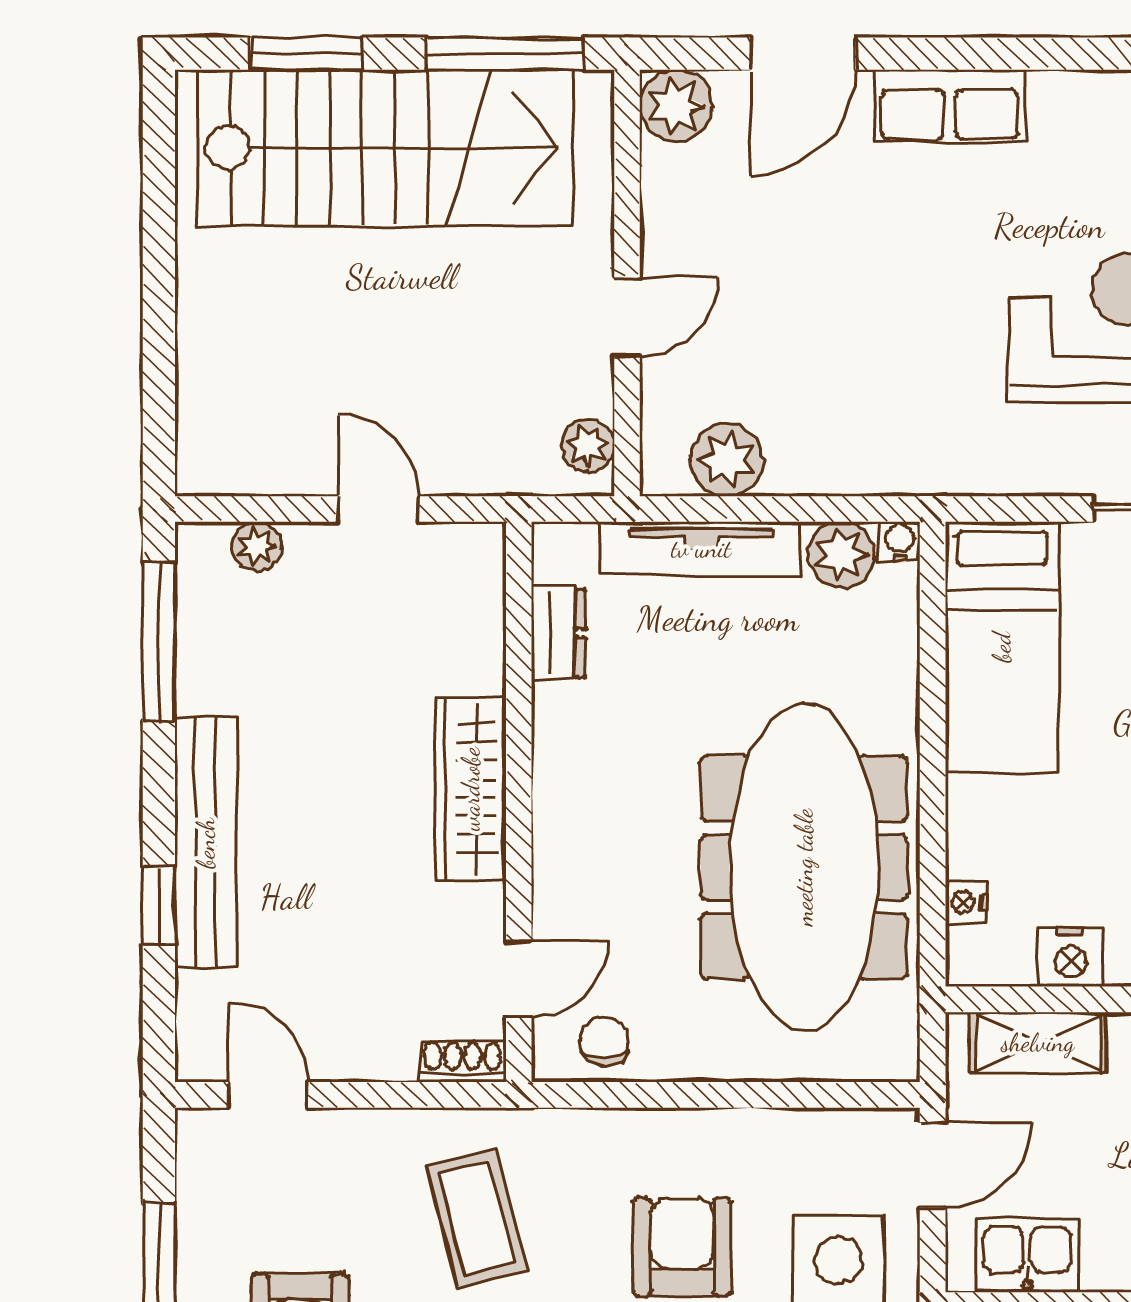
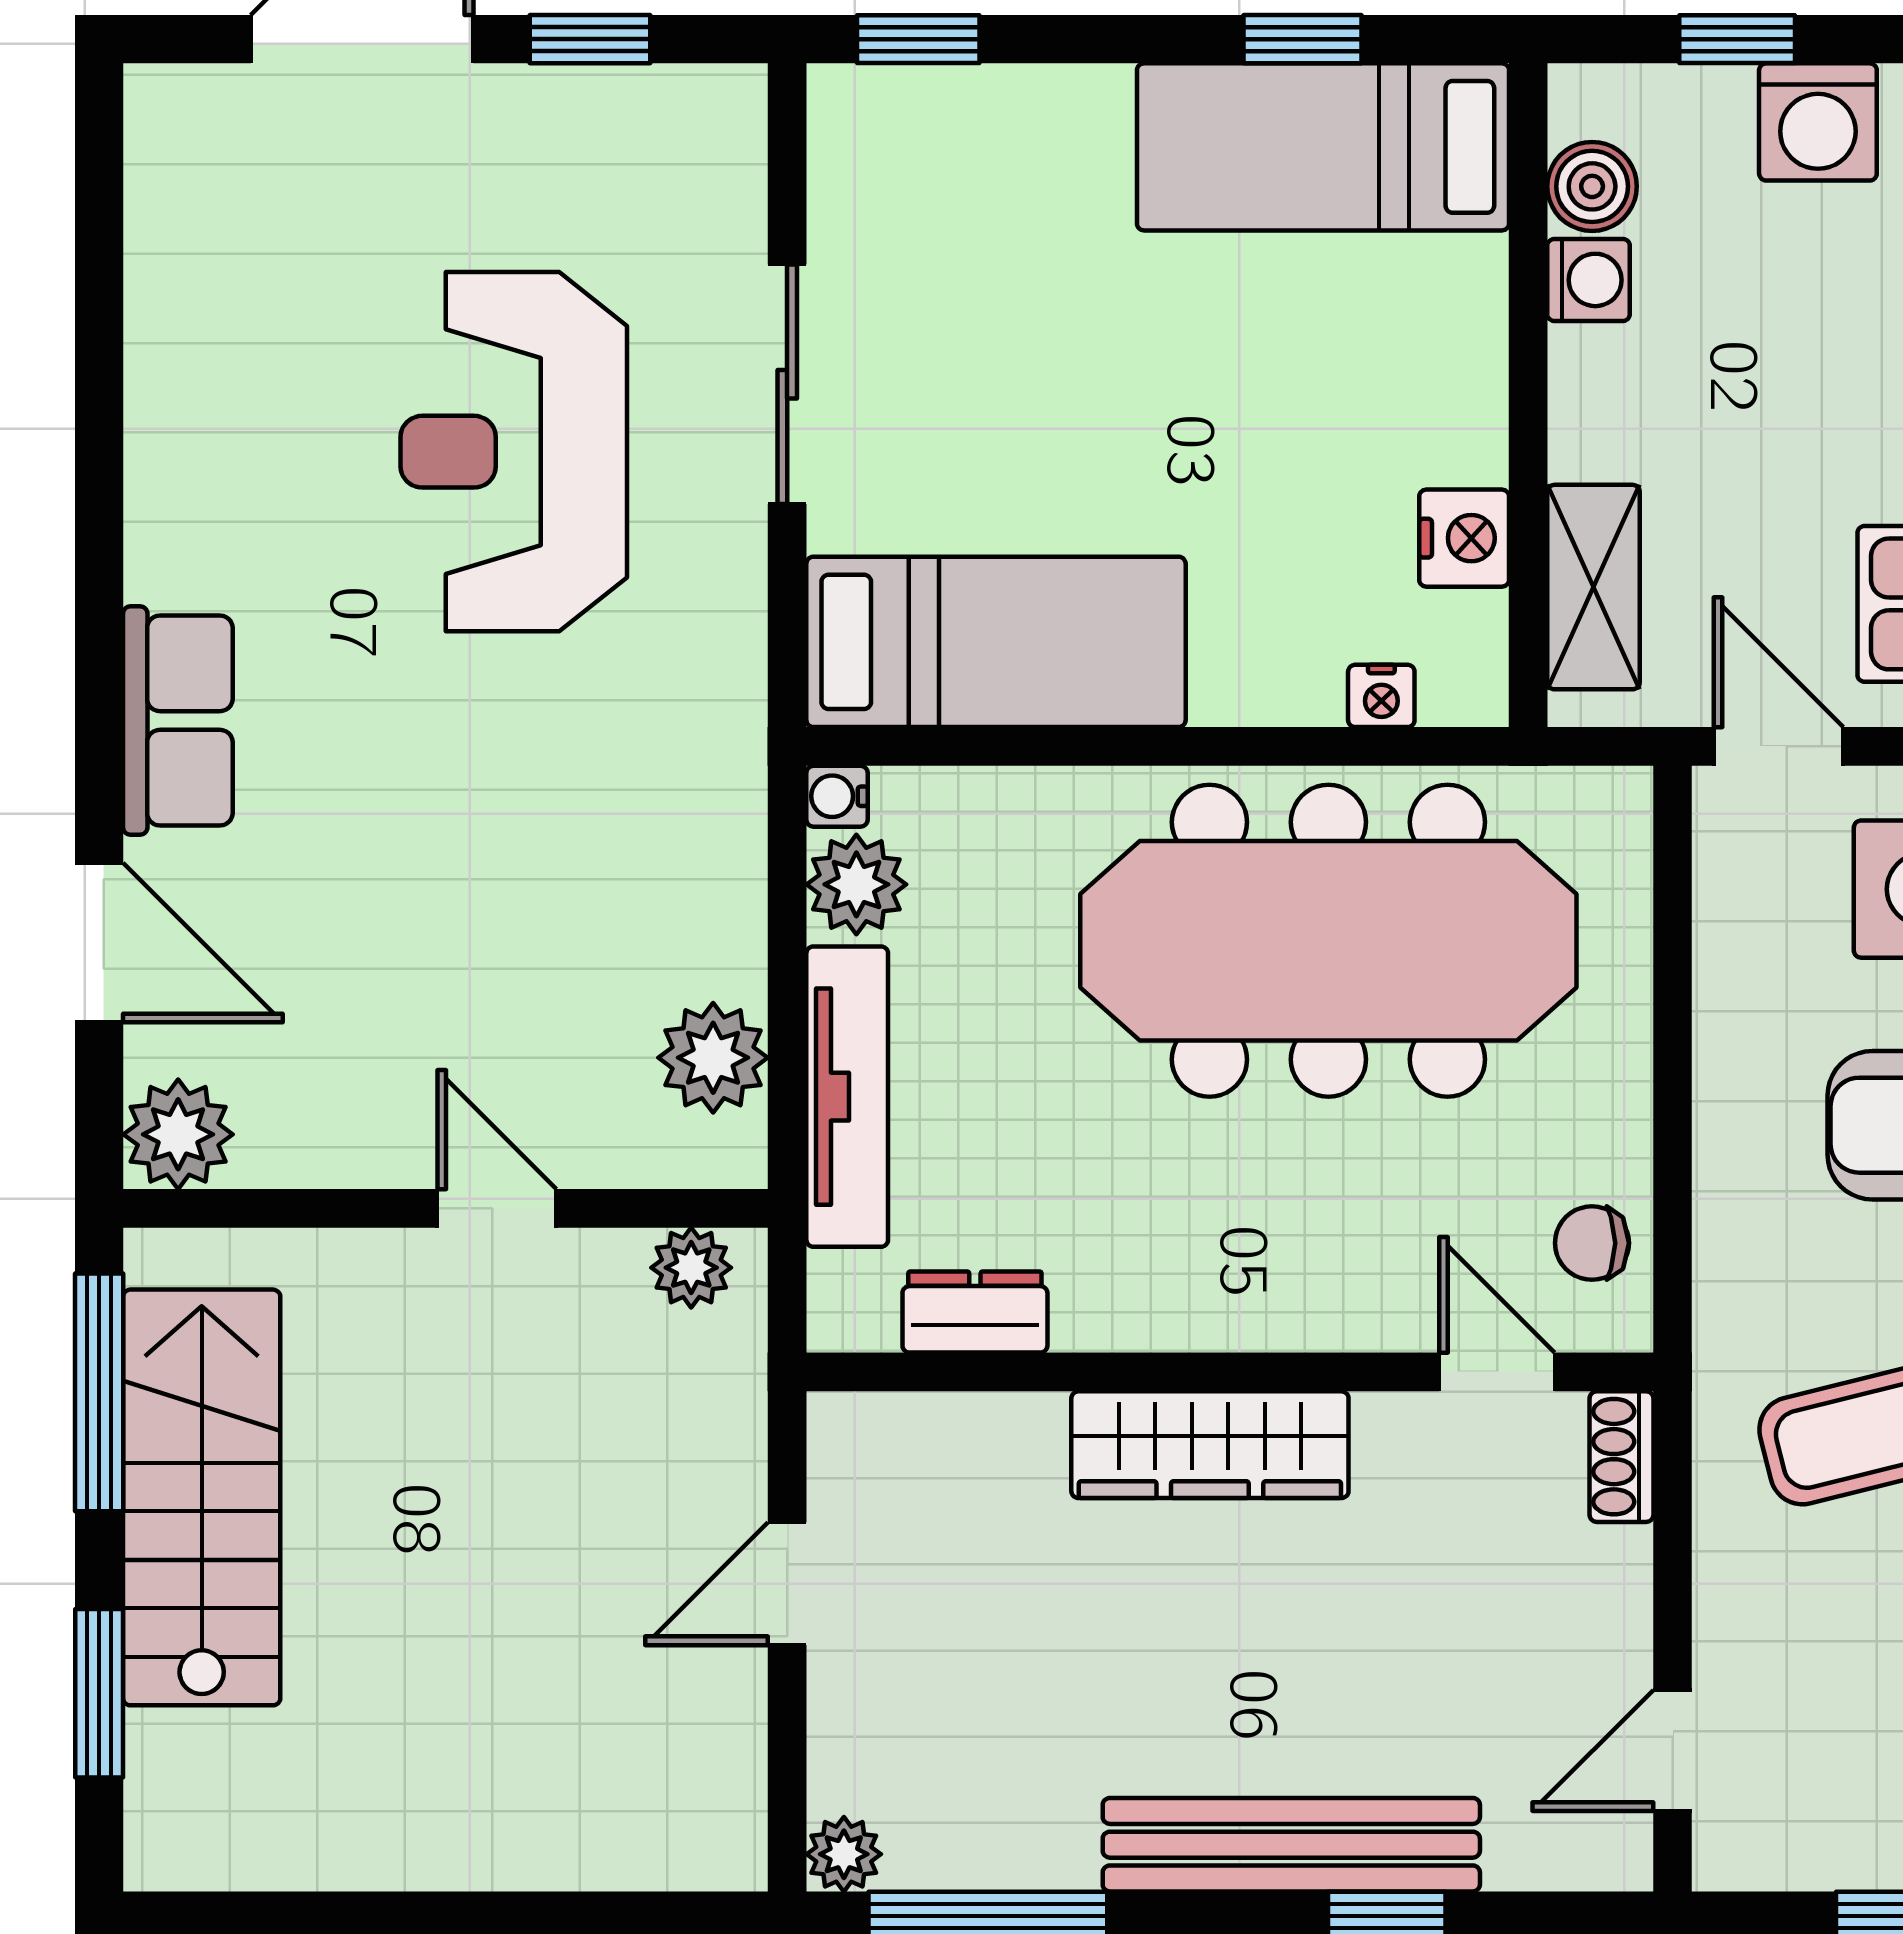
stairs: (386, 148) -> (202, 1497), width x0.73, depth x0.66
plant: (257, 546) -> (844, 1854), moved

